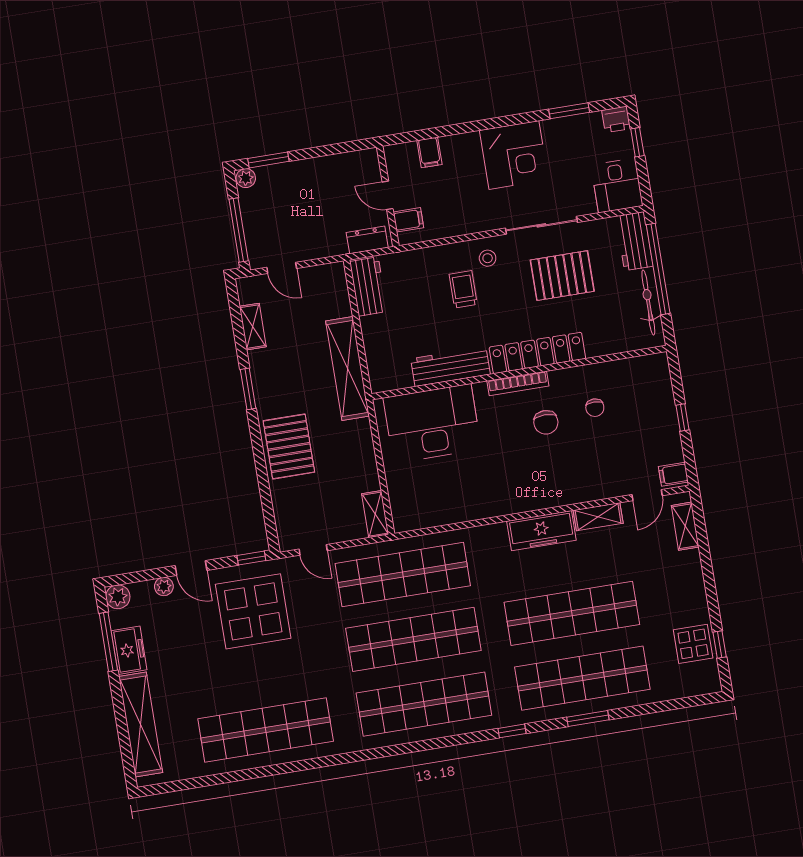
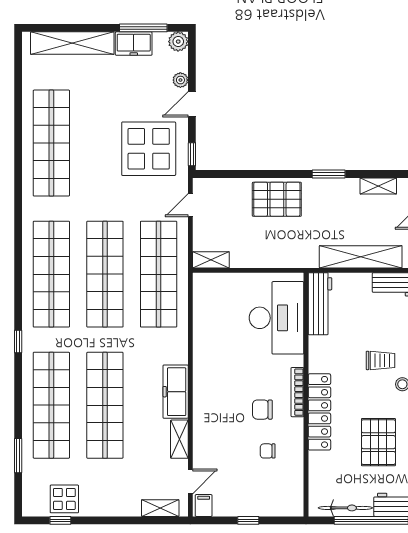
workbench: (450, 366) -> (320, 304), moved
shelving: (348, 368) -> (361, 257), moved
door: (647, 495) -> (190, 482), swing flipped
window: (588, 719) -> (18, 456), moved

